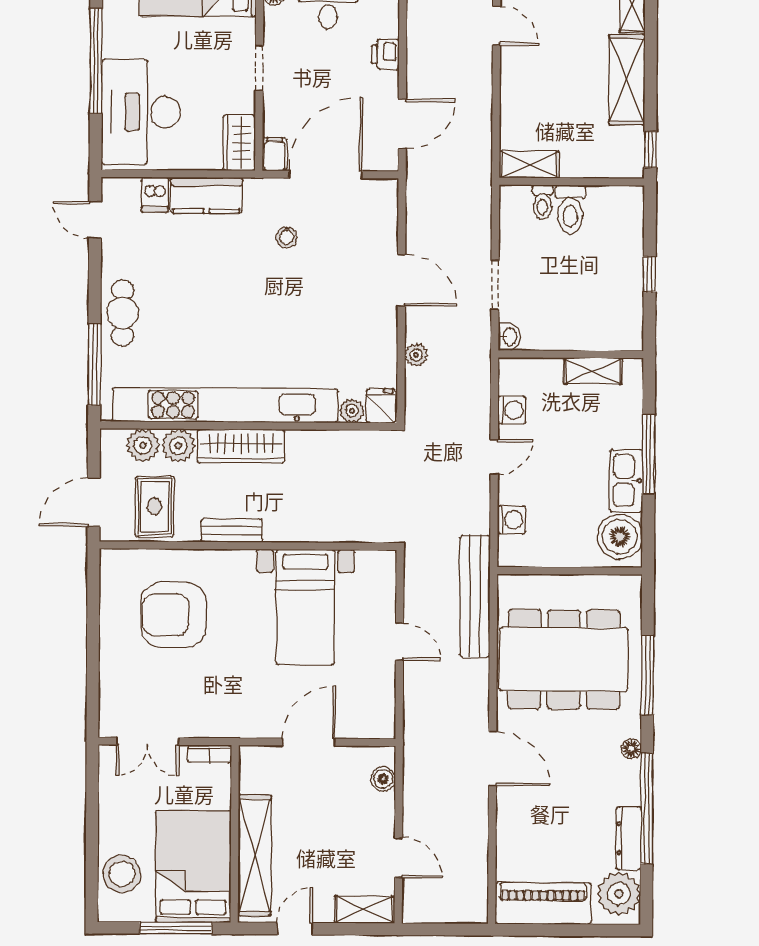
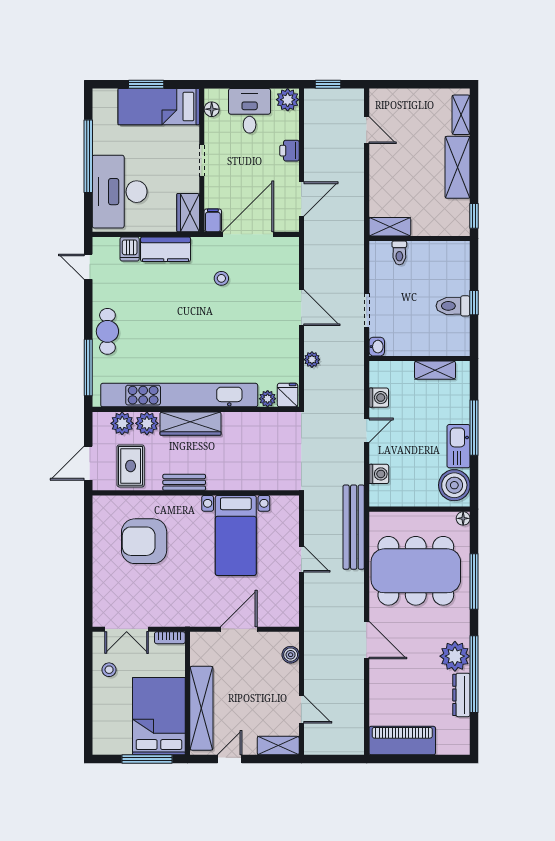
toilet: (570, 209) -> (453, 306), moved, turned 90
floor lamp: (631, 749) -> (463, 518), moved
stool: (122, 874) -> (109, 670), moved, width x0.53, depth x0.53
plant: (619, 894) -> (455, 656), moved

